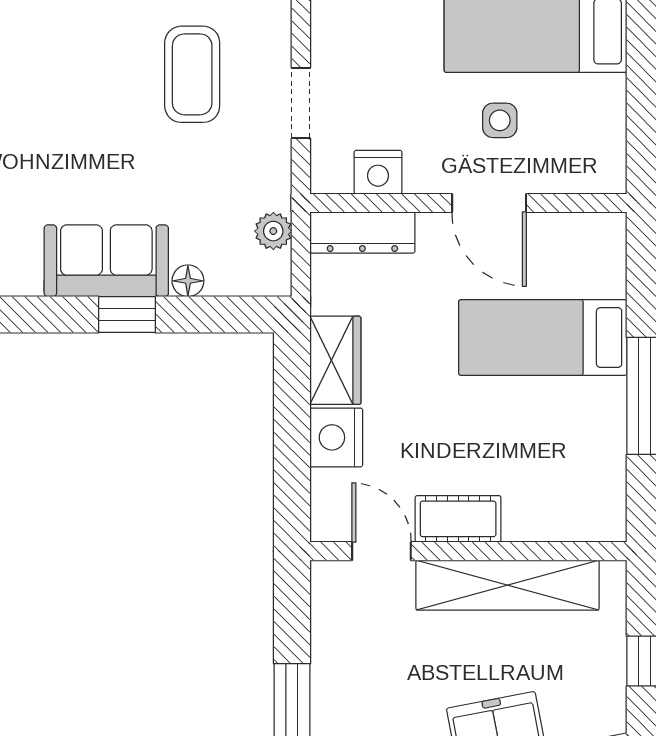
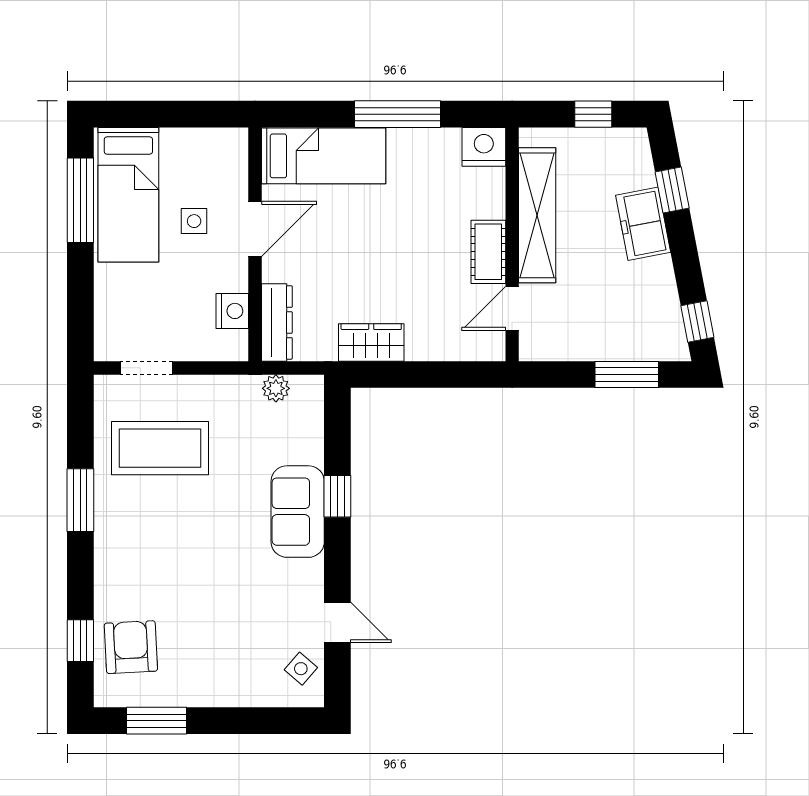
coffee table: (192, 74) -> (160, 448), width x1.36, depth x1.32
doorway: (301, 103) -> (147, 368), moved
floor lamp: (188, 281) -> (313, 451), removed
bed: (543, 337) -> (324, 156), moved, turned -90
nightstand: (336, 437) -> (484, 147), moved, turned 180

